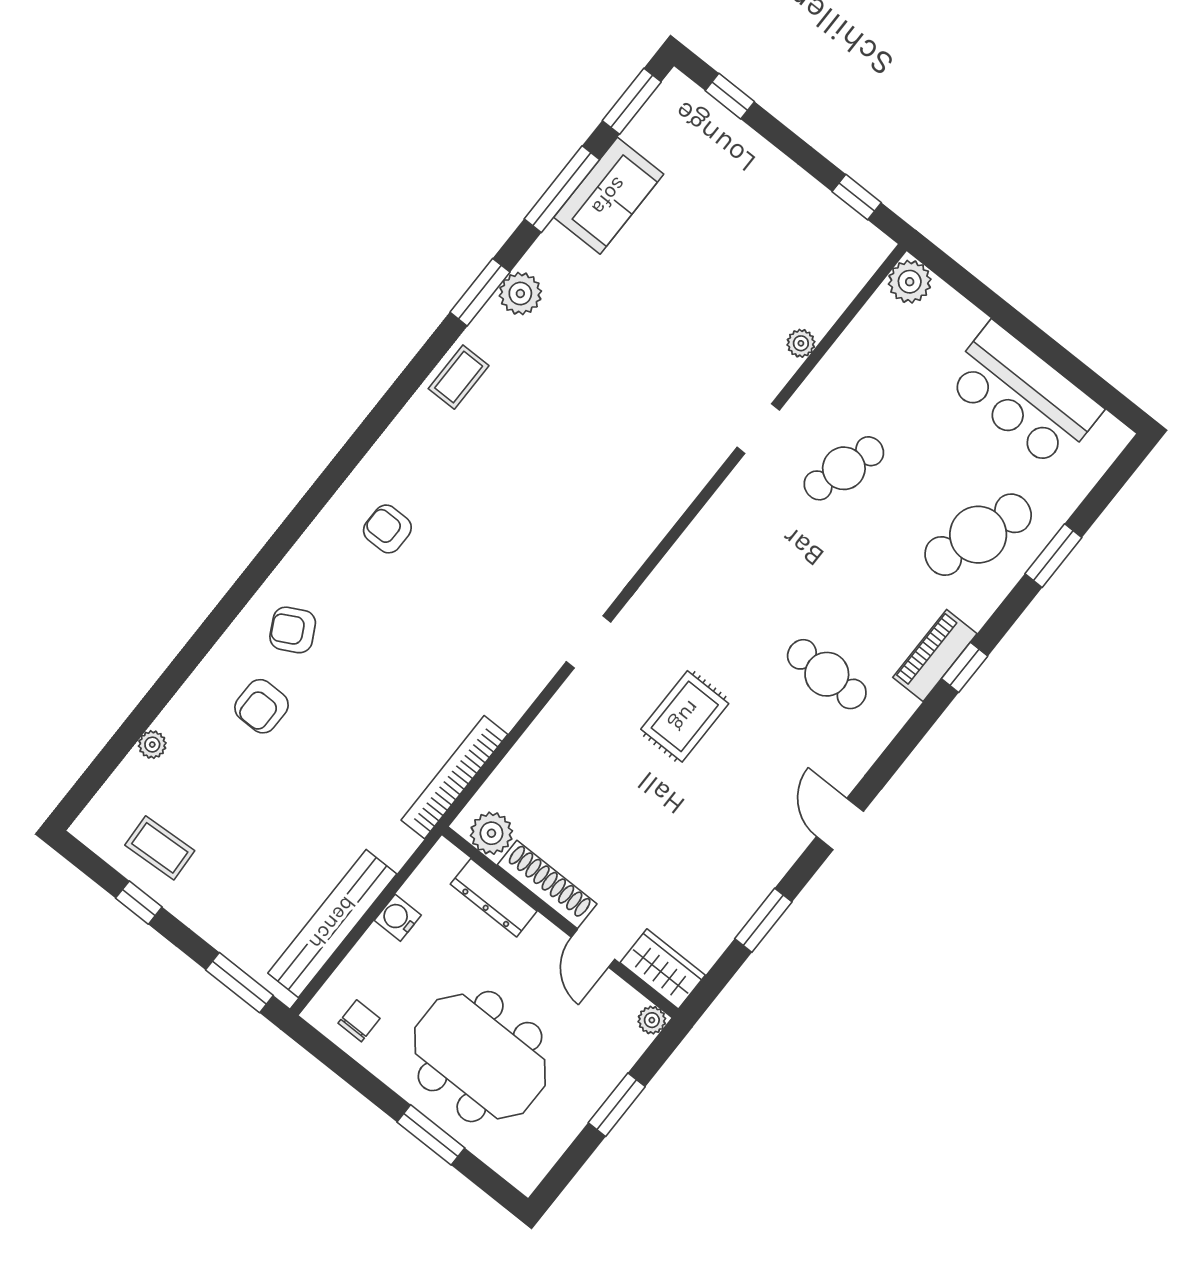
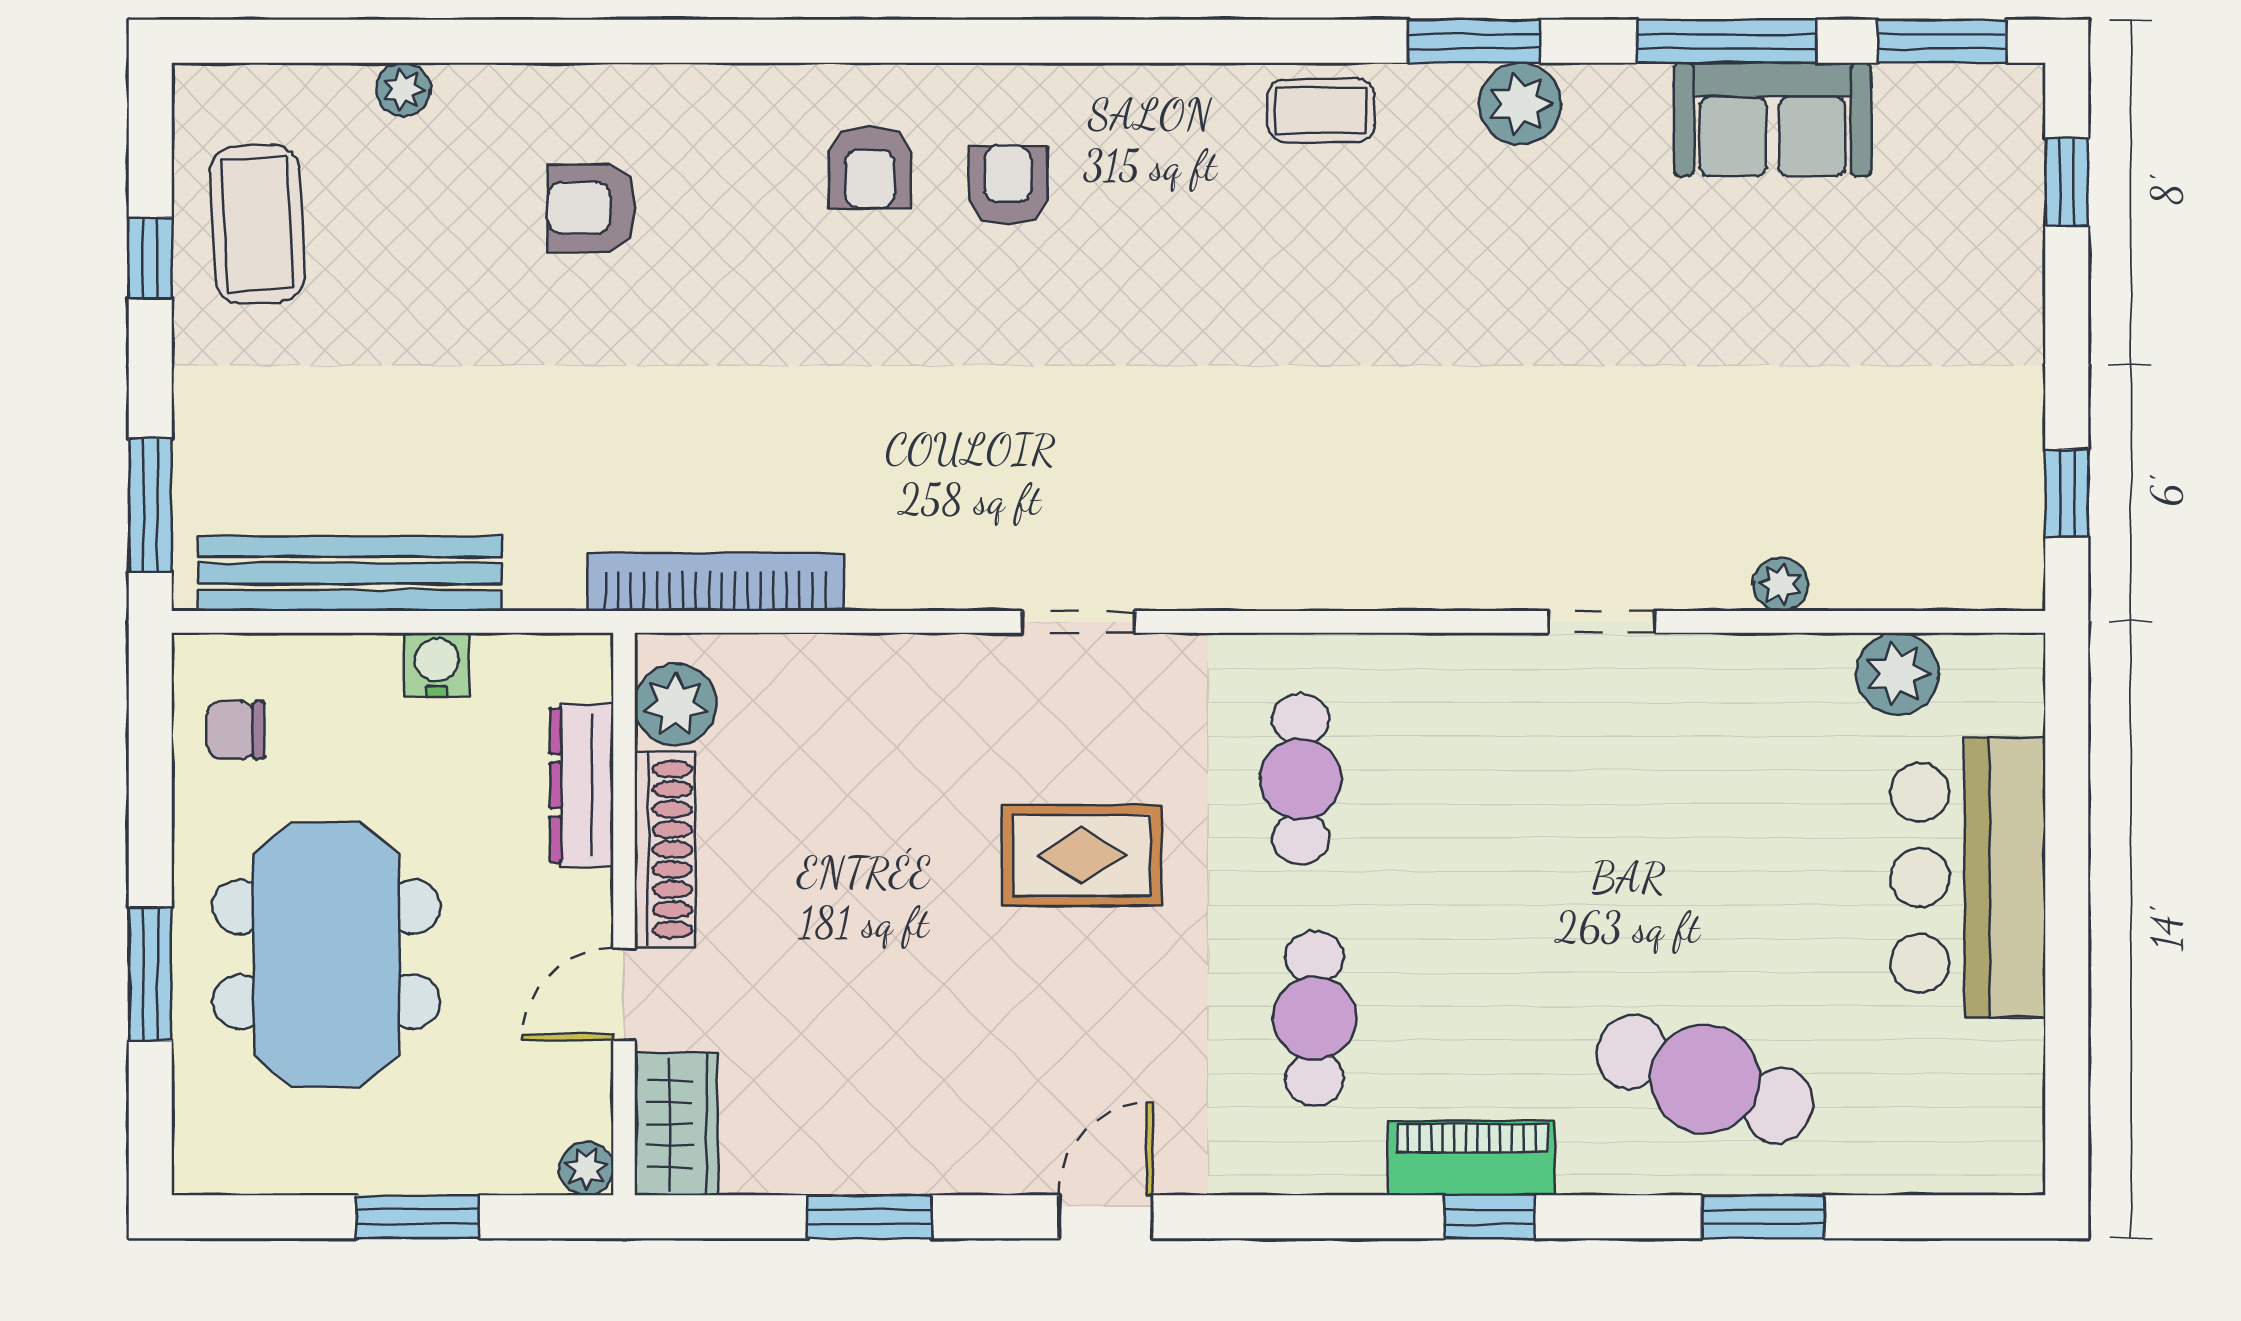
plant: (910, 282) -> (1897, 674), moved
bar counter: (1023, 395) -> (1968, 878), moved
cafe table: (844, 468) -> (1301, 779), moved, turned 72
armchair: (293, 630) -> (870, 167), moved, turned -152
coffee table: (160, 848) -> (257, 224), width x1.36, depth x1.30
chair: (359, 1021) -> (236, 730), turned 180

